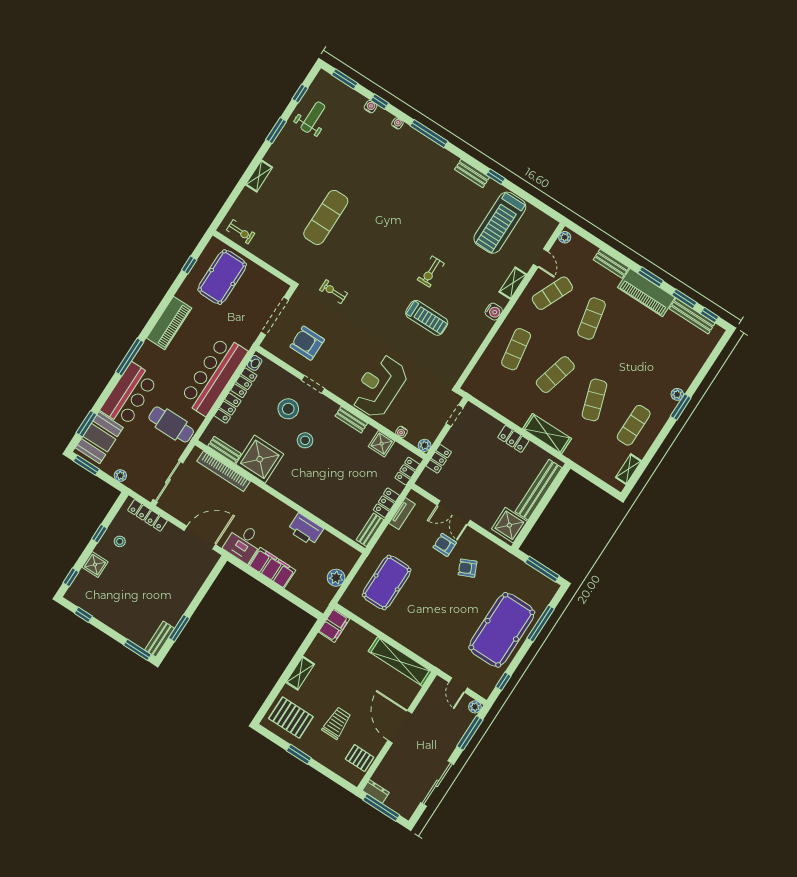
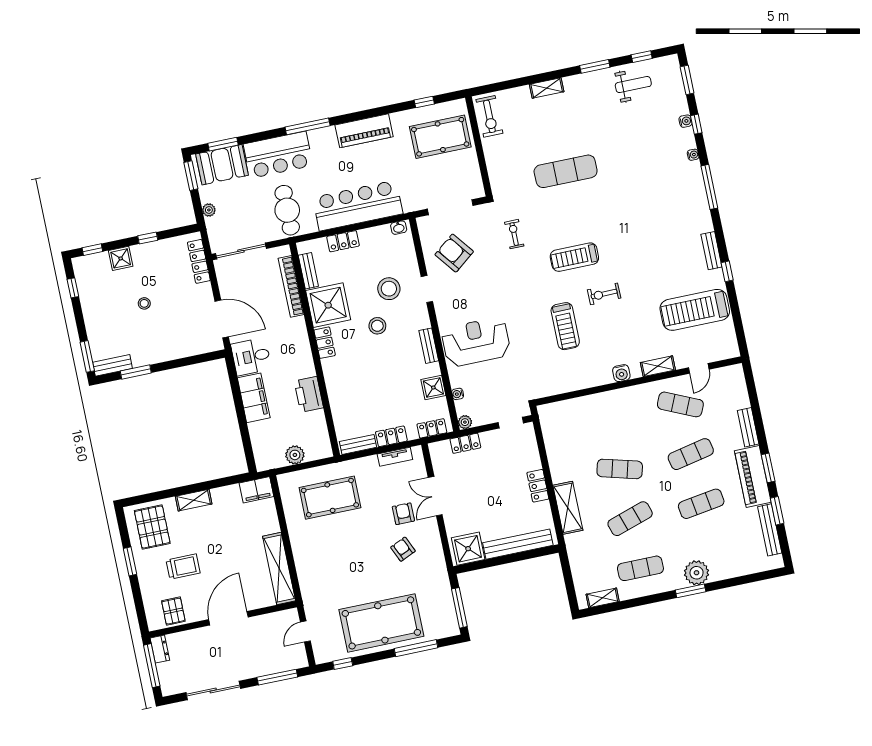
exercise bike: (241, 232) -> (489, 116), width x1.38, depth x1.39
plant: (565, 237) -> (733, 371), removed
treadmill: (388, 267) -> (574, 257), added
window: (709, 315) -> (784, 543), removed
armchair: (307, 343) -> (454, 253), turned -38
exercise mat: (516, 349) -> (701, 504), moved
locker: (244, 383) -> (325, 343), moved, turned -90
plant: (677, 394) -> (697, 573), width x1.87, depth x1.87
stool: (120, 541) -> (144, 303), moved
plant: (475, 707) -> (301, 661), removed

